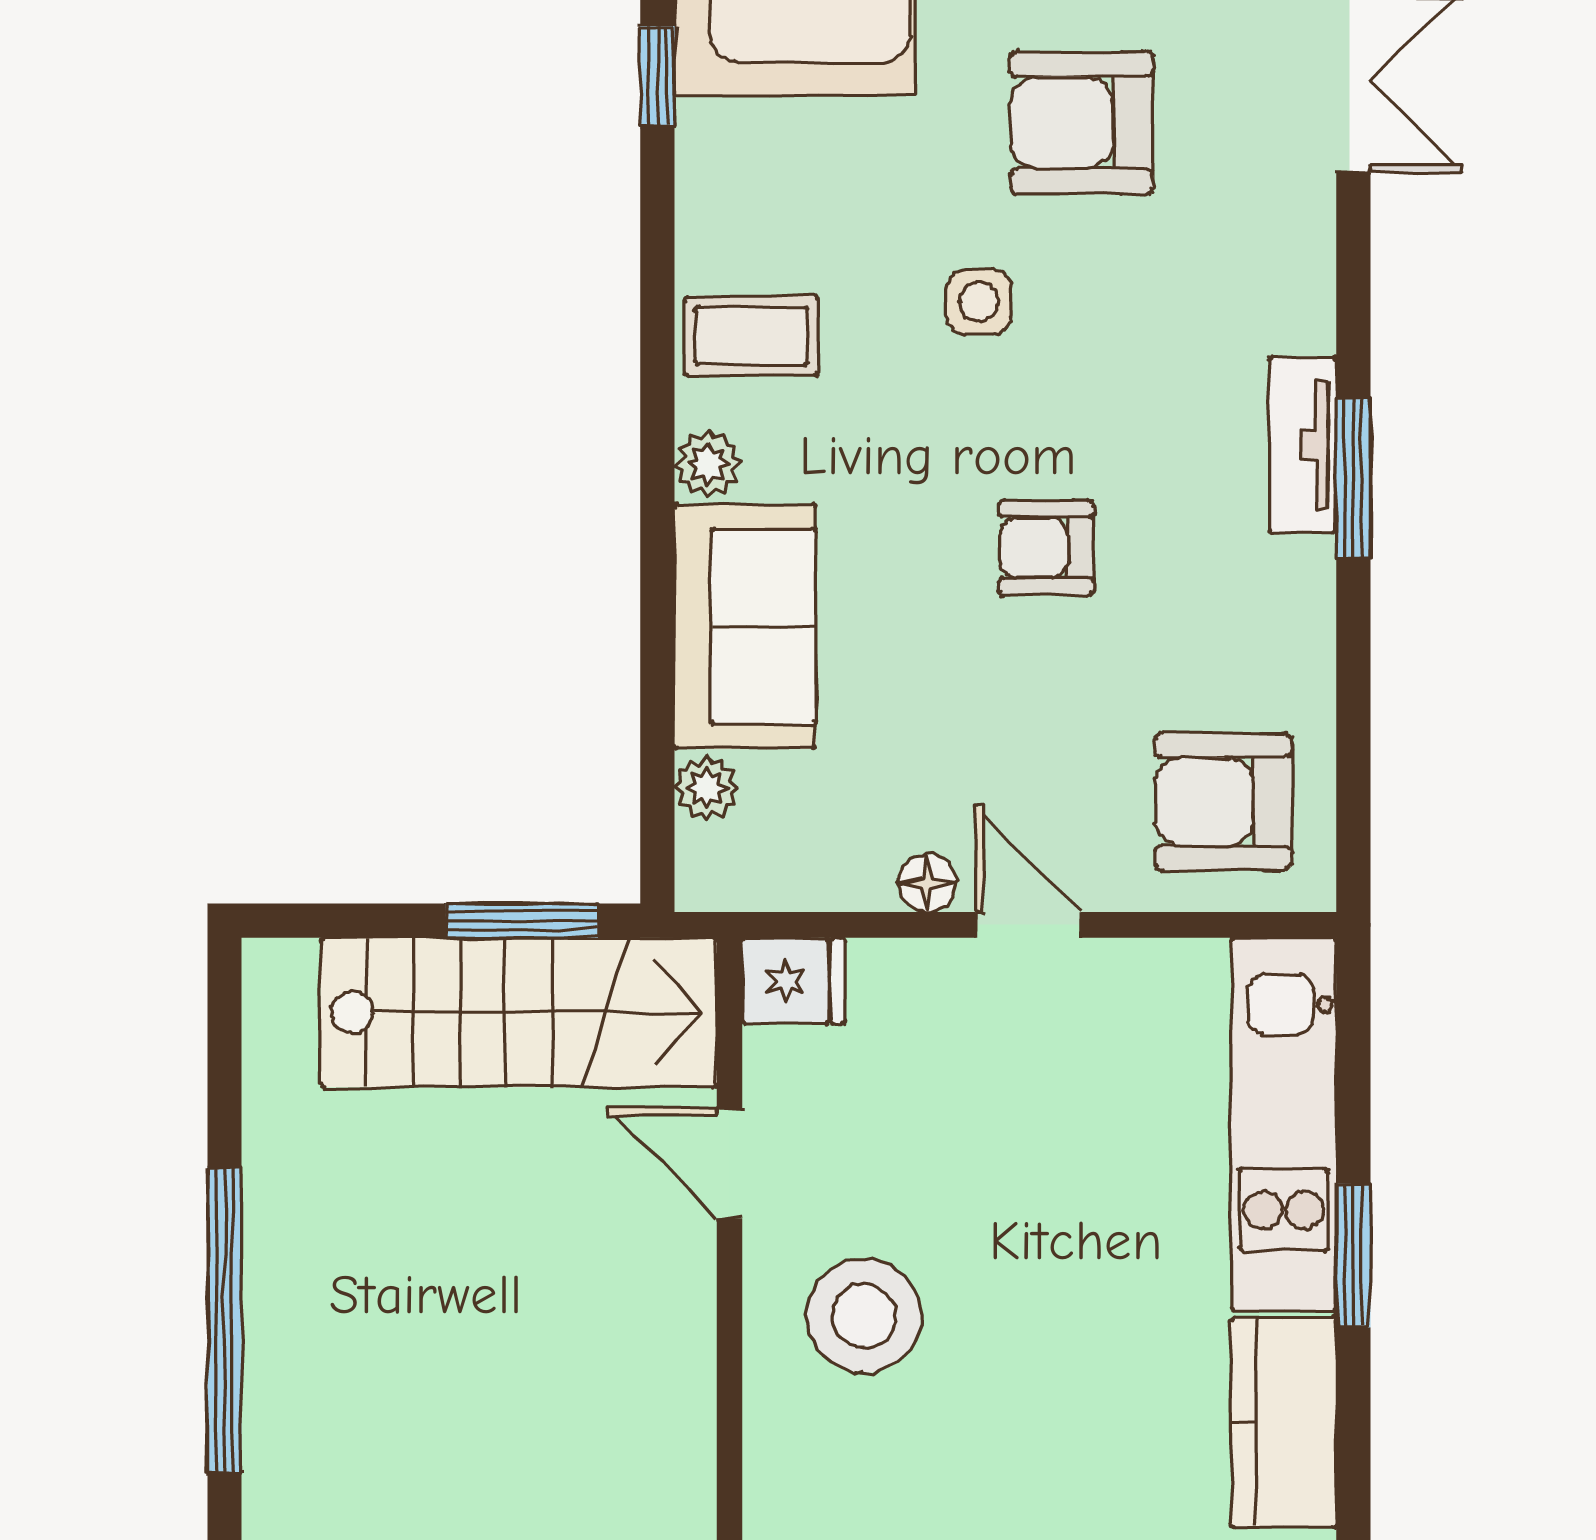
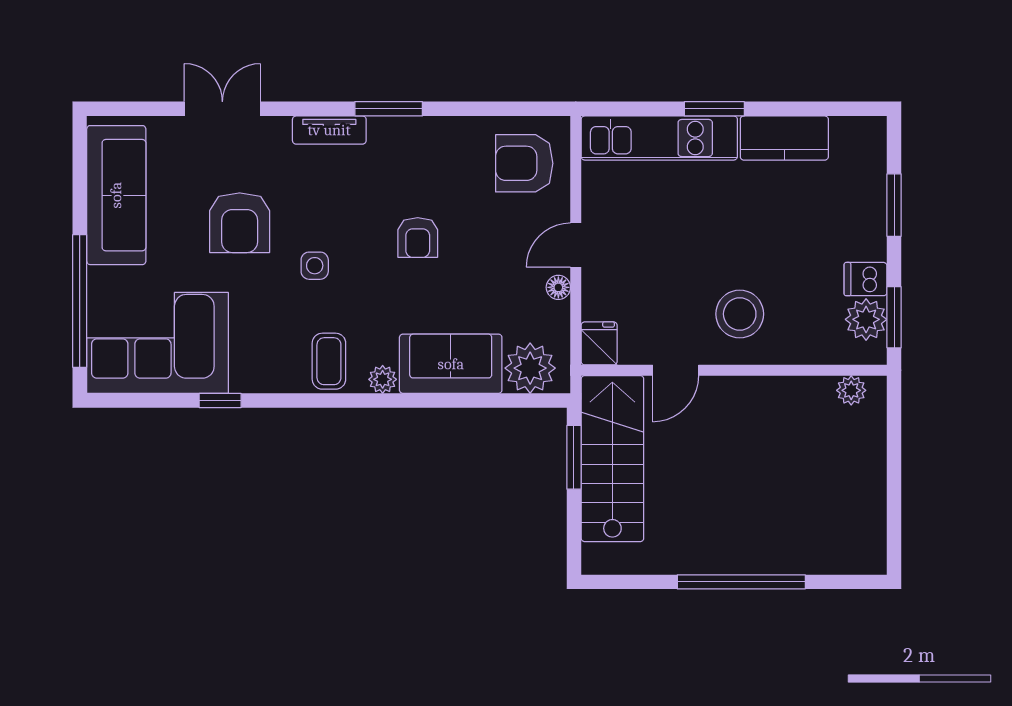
tv unit: (1303, 445) -> (329, 130), moved
plant: (706, 788) -> (530, 368), width x1.88, depth x1.88
armchair: (1223, 802) -> (524, 163), turned 90

